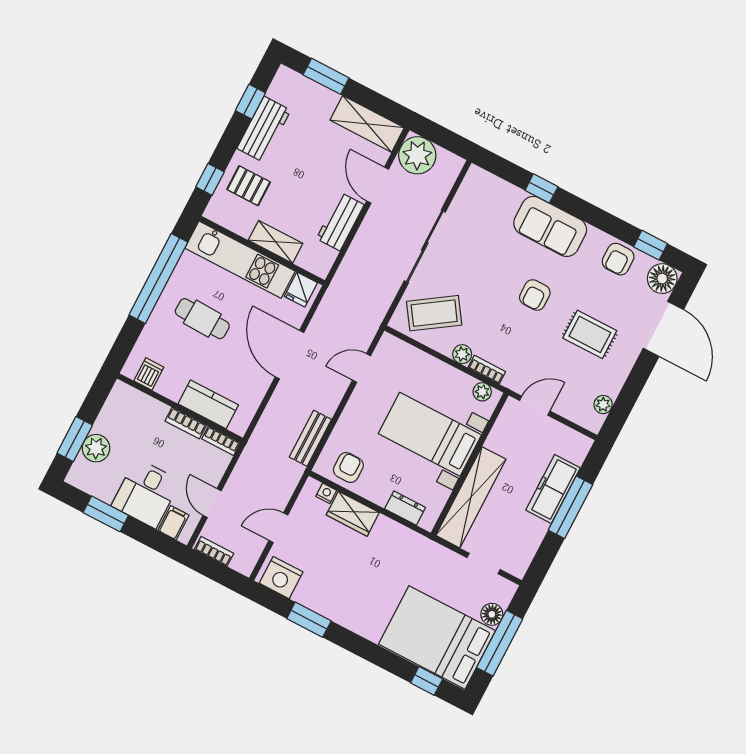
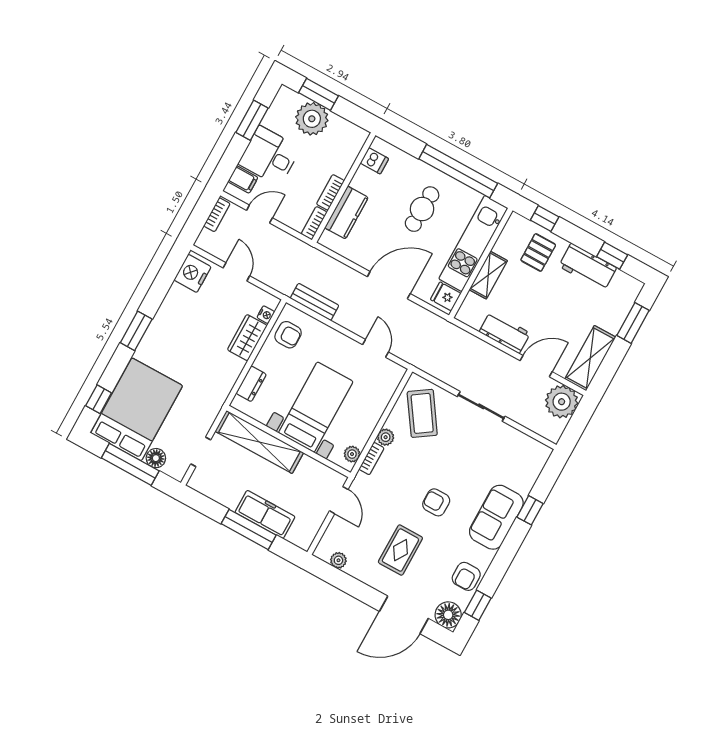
sliding door: (425, 246) -> (481, 406), width x0.73
armchair: (618, 259) -> (466, 576), turned -90
plant: (96, 448) -> (312, 119), width x1.36, depth x1.36
window: (309, 620) -> (136, 331), moved

